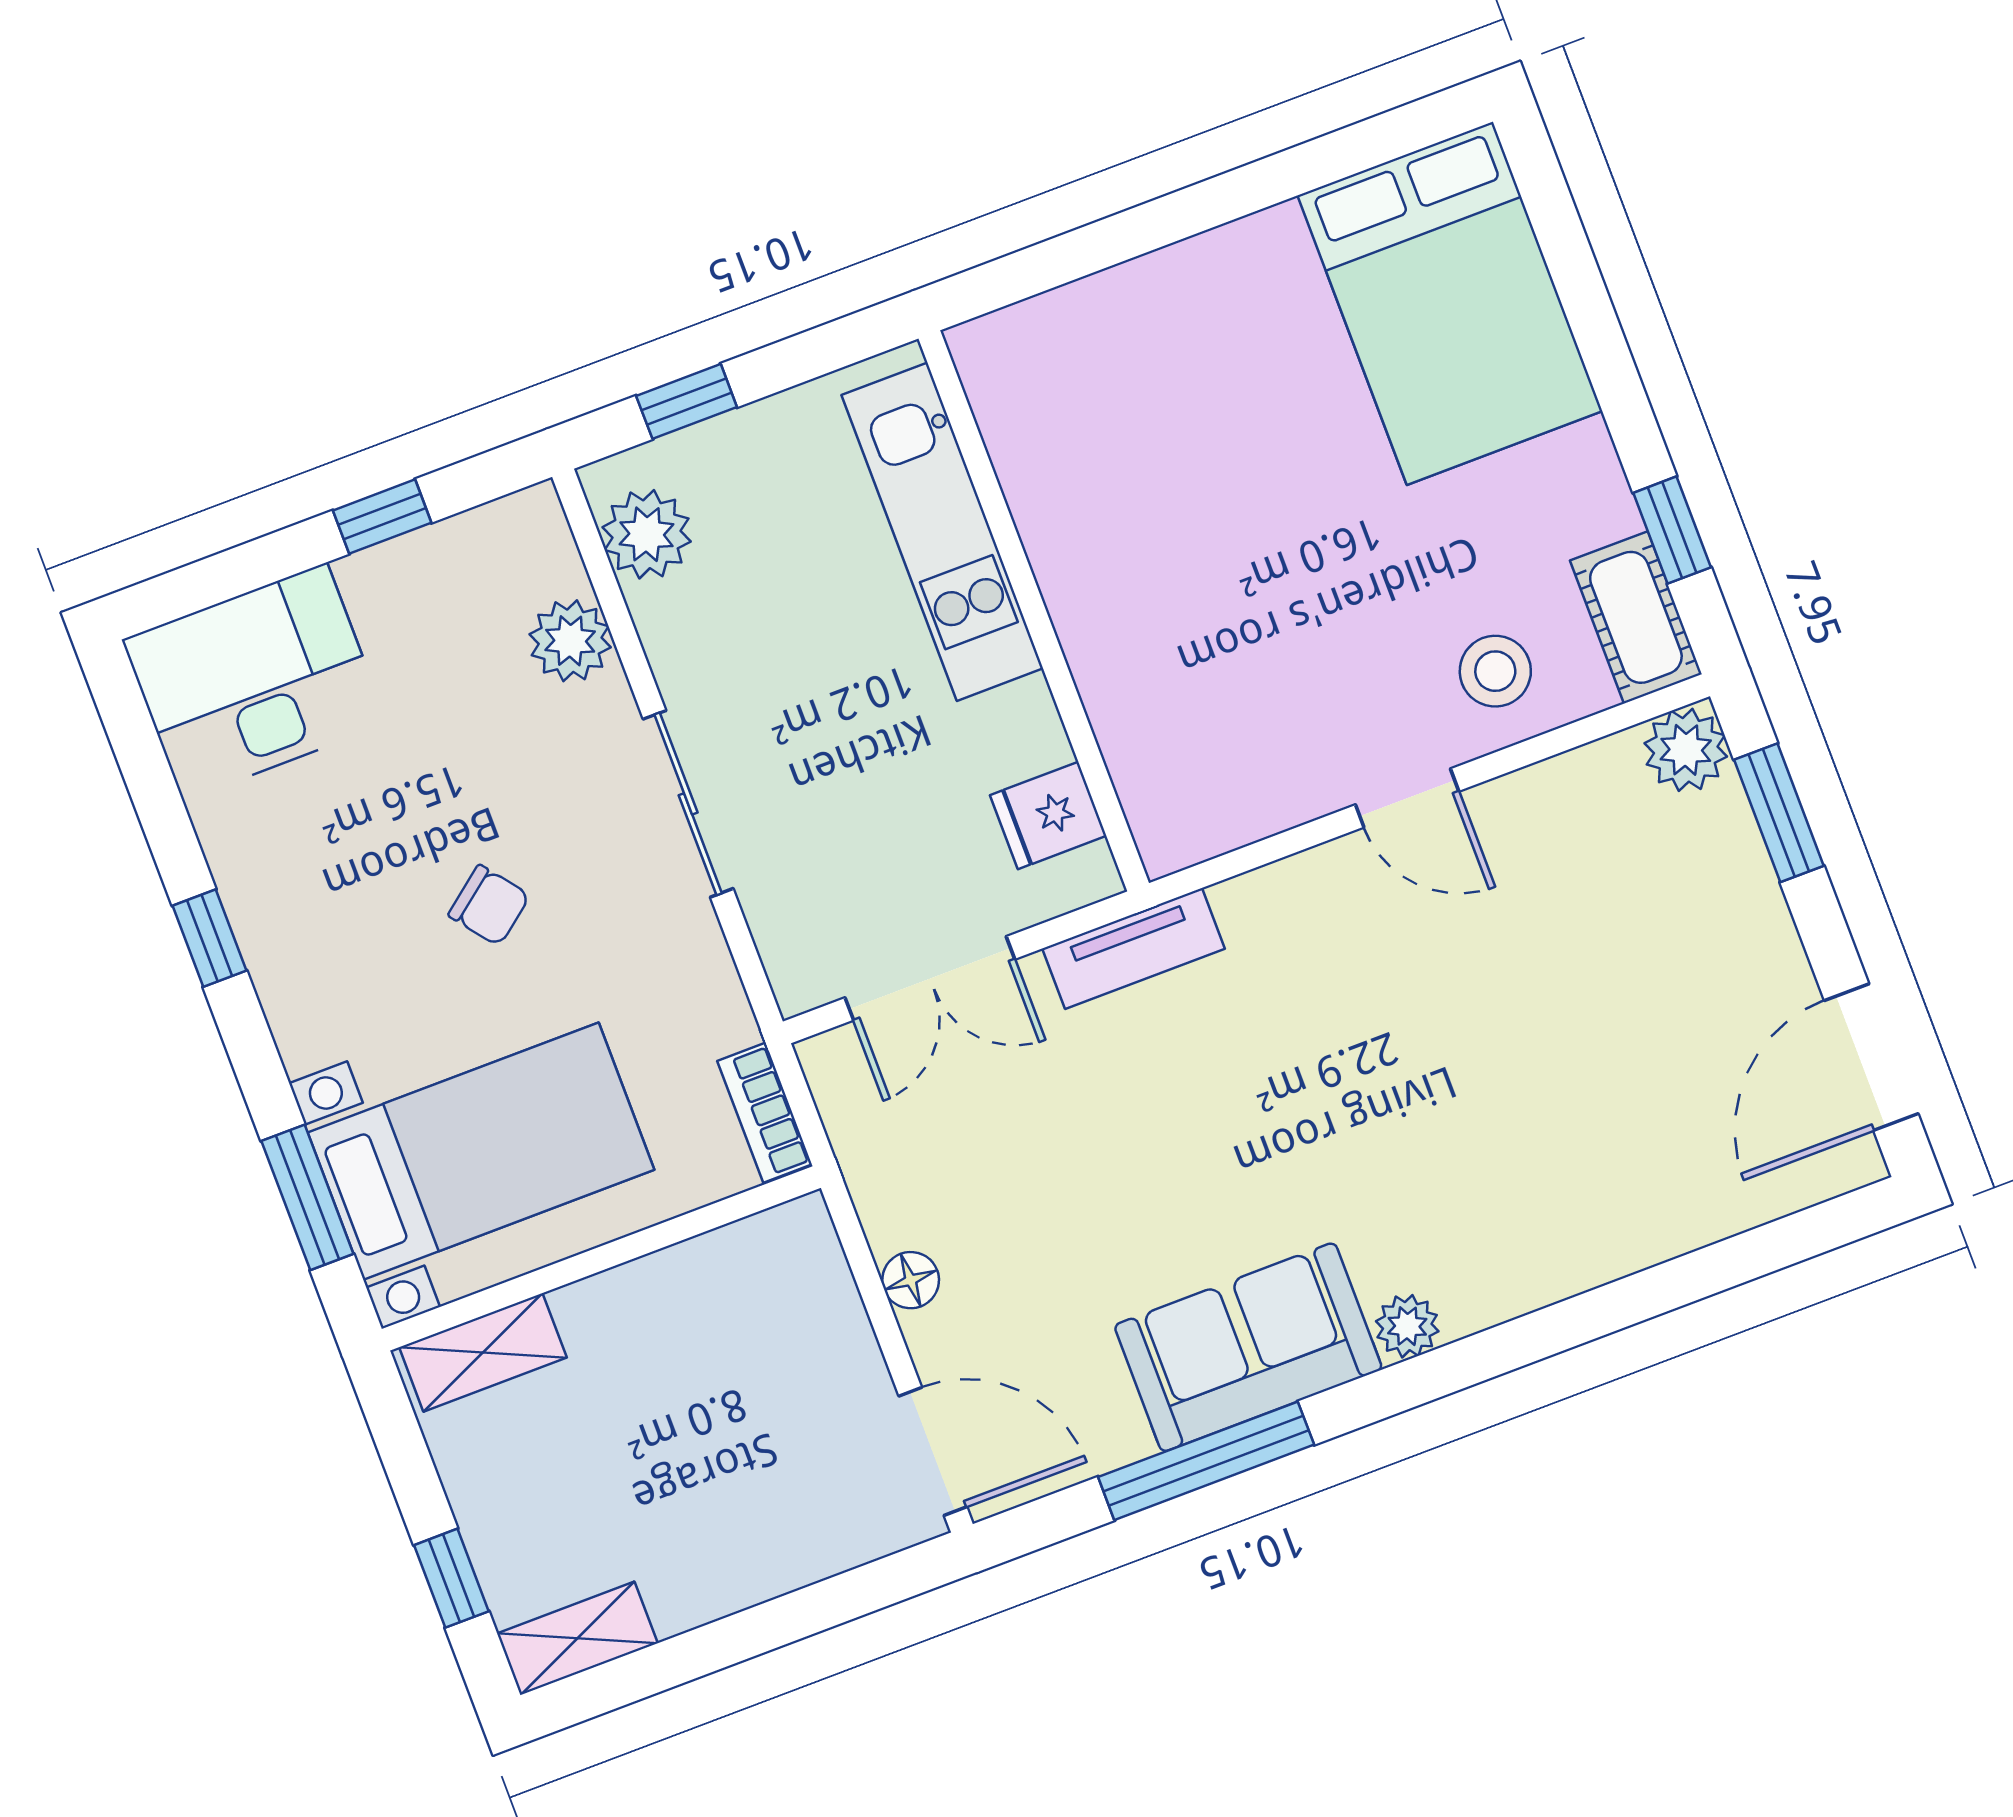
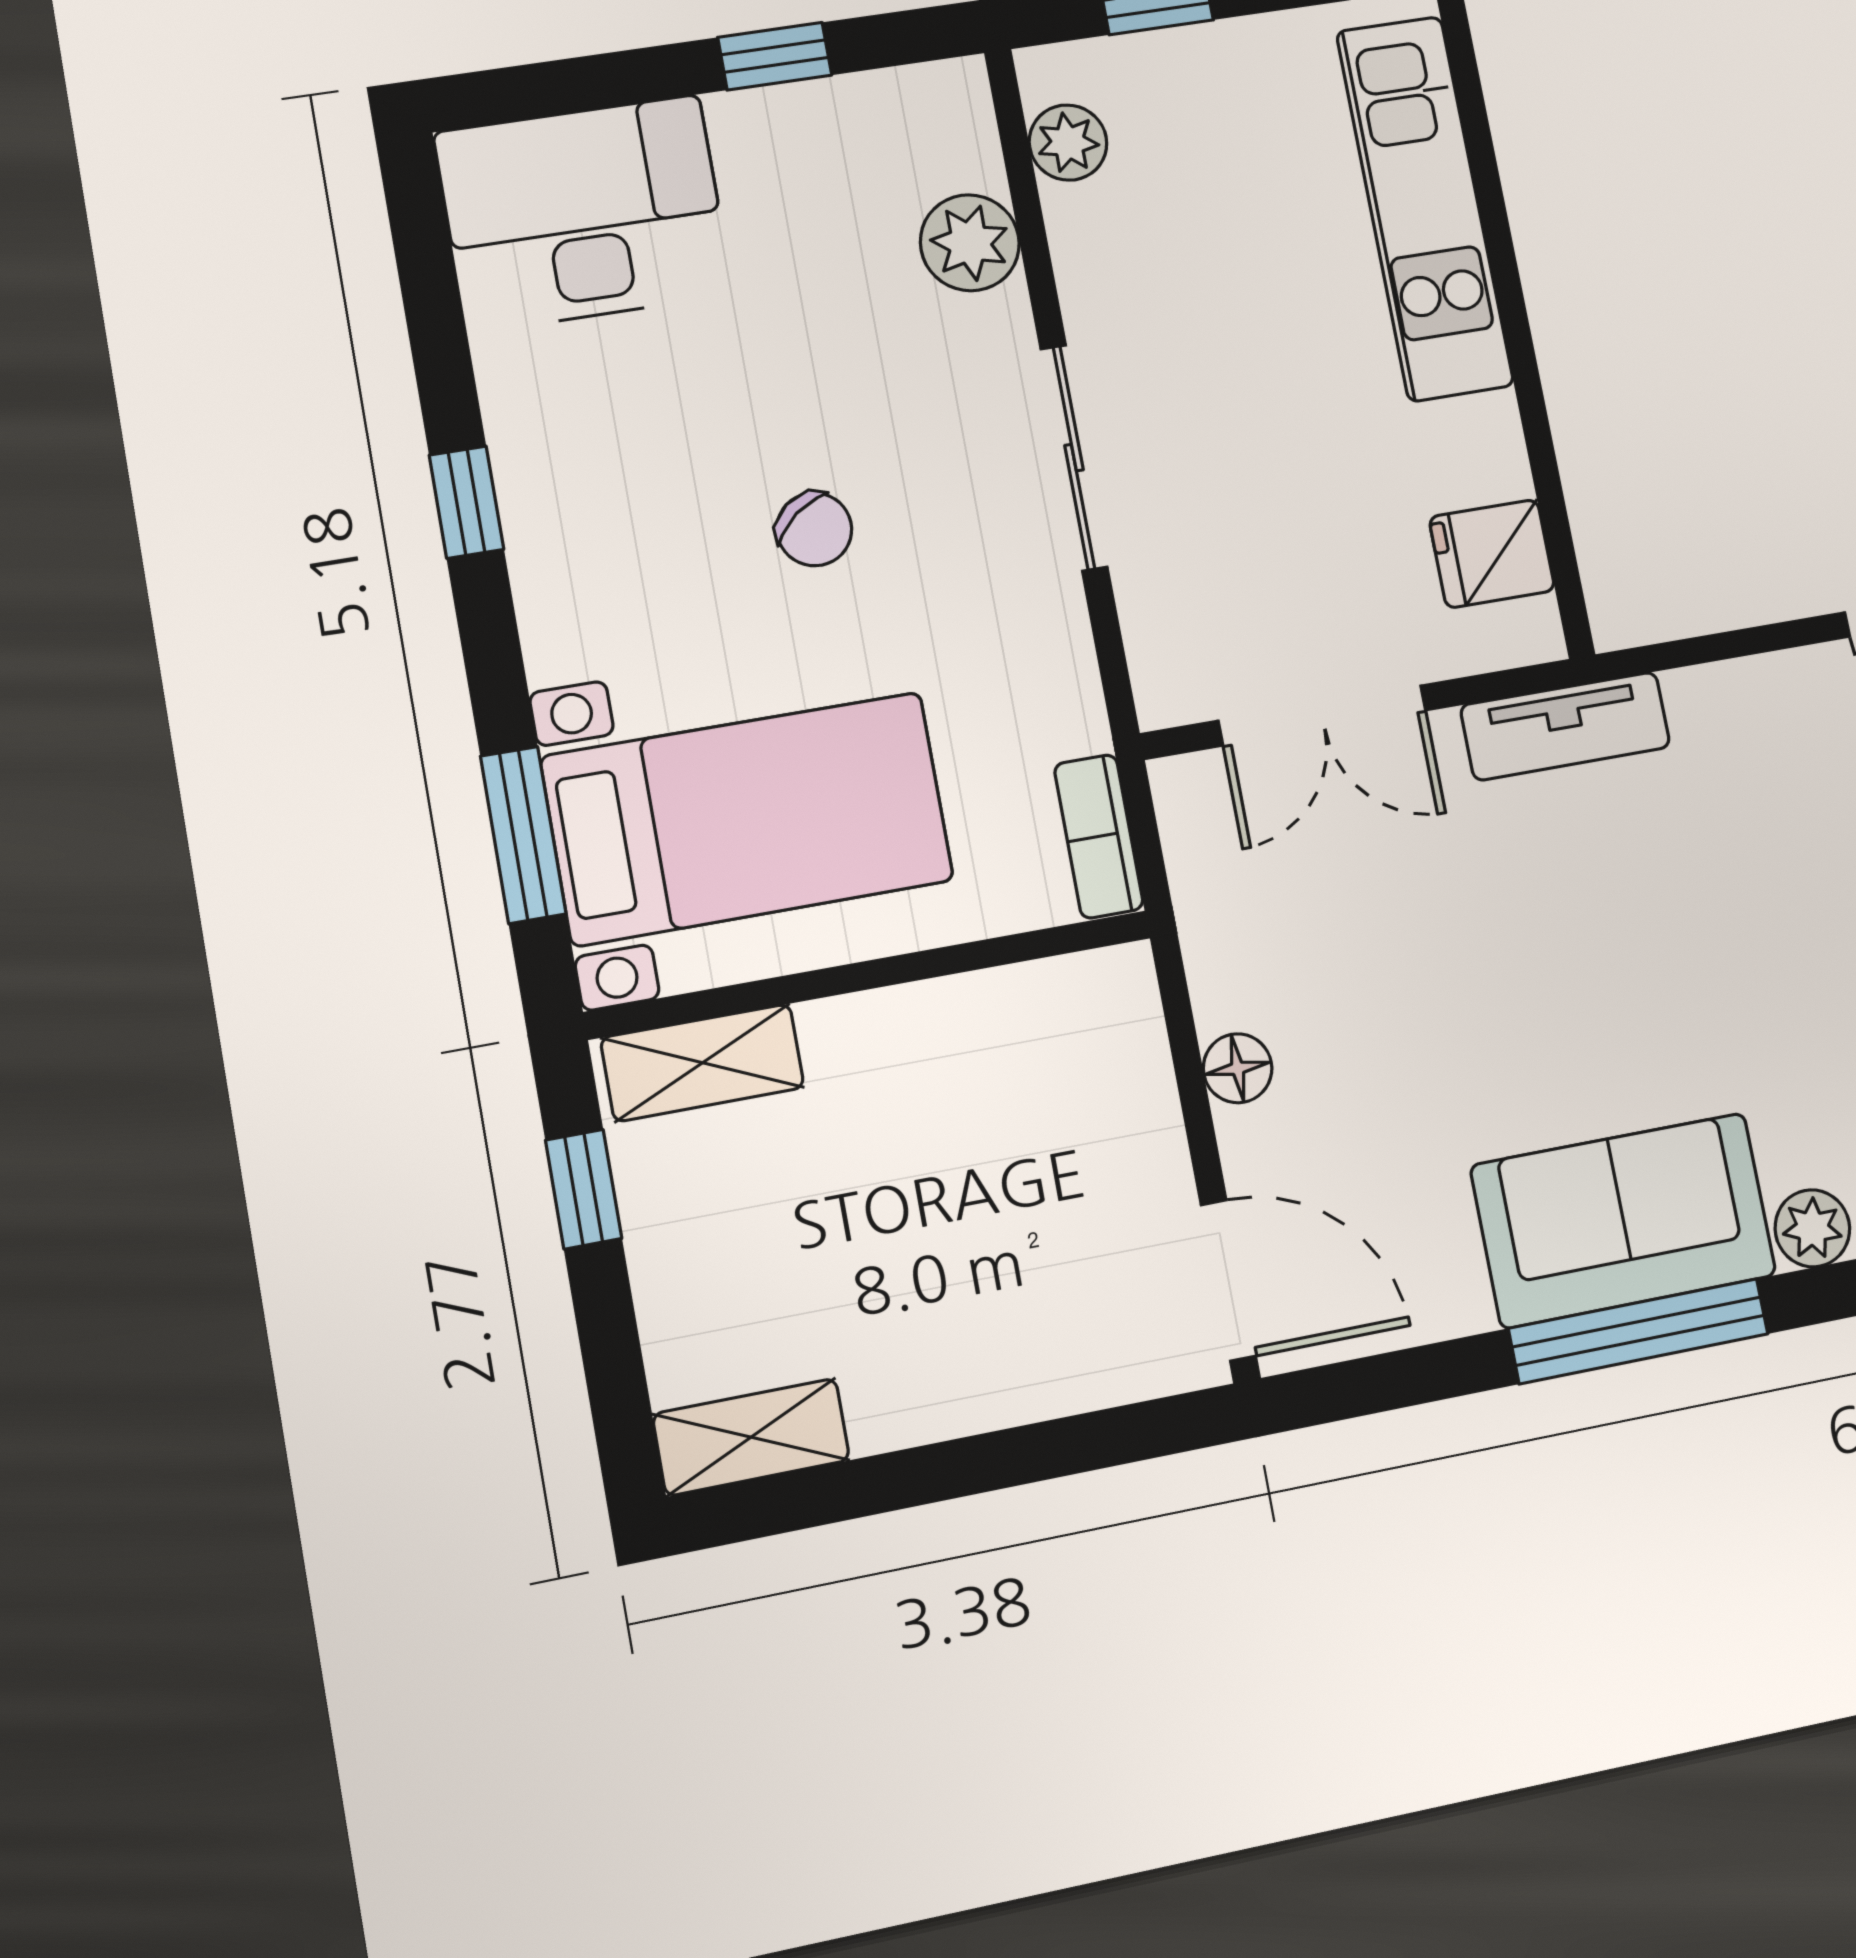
plant: (647, 534) -> (1068, 143), width x0.73, depth x0.73
window: (1206, 1461) -> (1639, 1331), moved
window: (451, 1578) -> (584, 1189), moved

